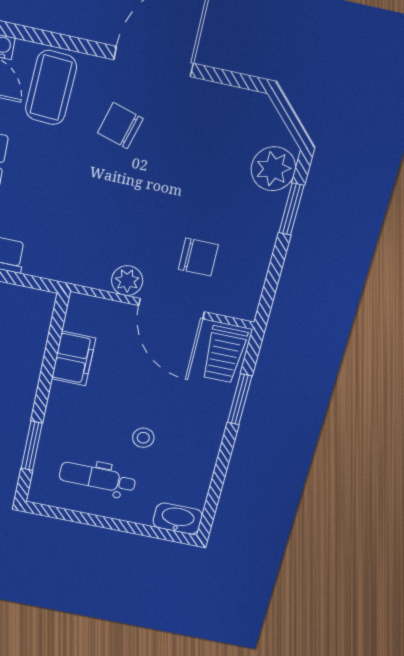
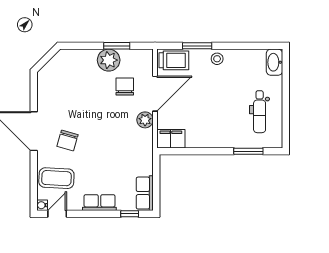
plant: (273, 169) -> (109, 60), moved
window: (291, 209) -> (117, 46), moved
filing cabinet: (74, 359) -> (171, 139), moved
stool: (143, 438) -> (217, 59), moved

